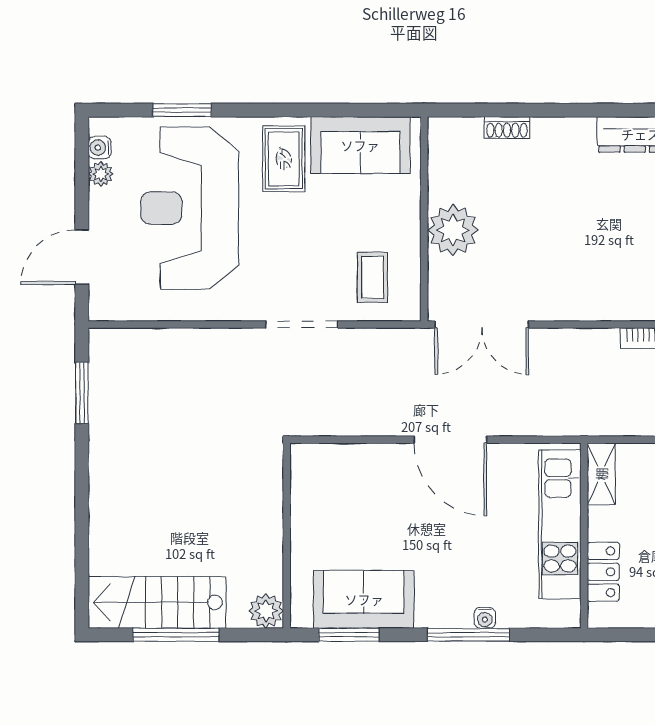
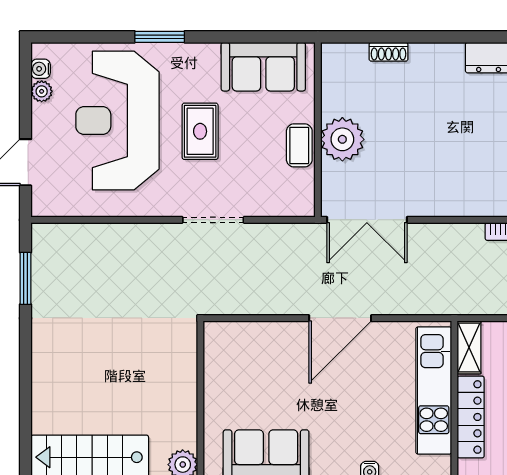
window: (182, 110) -> (160, 37), moved
rug: (284, 159) -> (200, 131), moved
coffee table: (373, 277) -> (299, 145), moved
door: (450, 440) -> (340, 318), hinge flipped
locker: (603, 572) -> (471, 417), width x1.53

